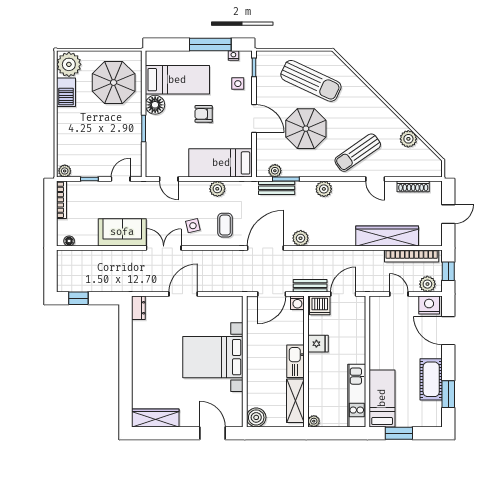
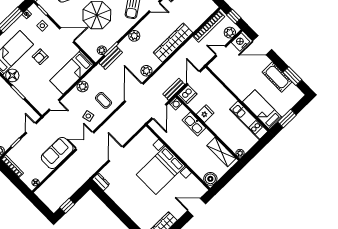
wardrobe: (387, 236) -> (173, 43), moved
kitchen sink: (296, 361) -> (194, 124), moved

